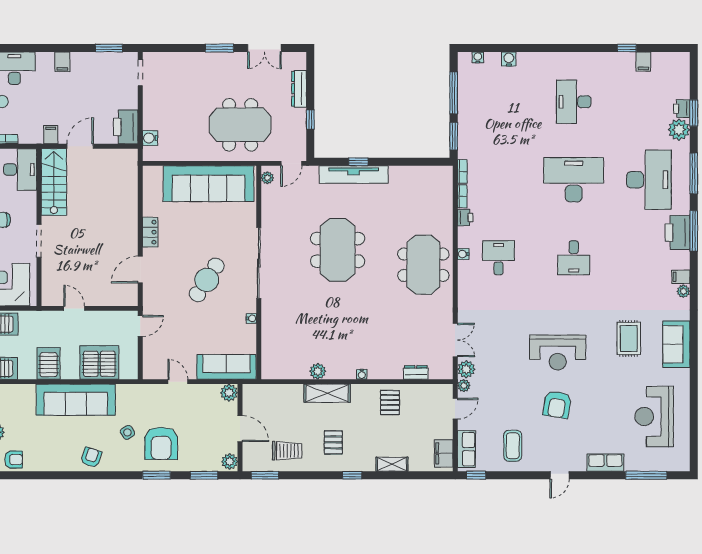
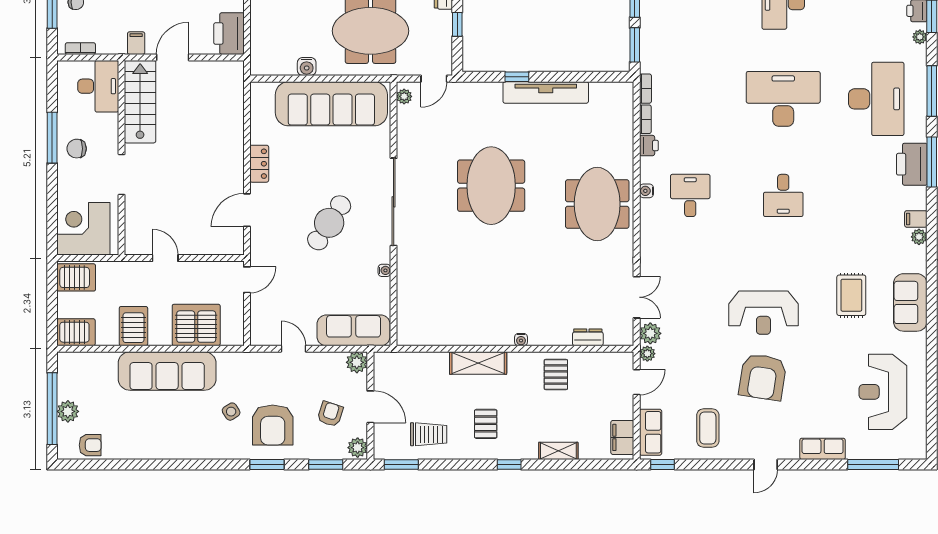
plant: (679, 130) -> (920, 37), width x0.53, depth x0.53
water cooler: (150, 138) -> (307, 67), moved, turned -90
tv unit: (354, 175) -> (546, 92), moved
plant: (318, 371) -> (467, 336), removed
armchair: (557, 404) -> (763, 377), width x1.36, depth x1.36
armchair: (91, 457) -> (330, 414), moved

